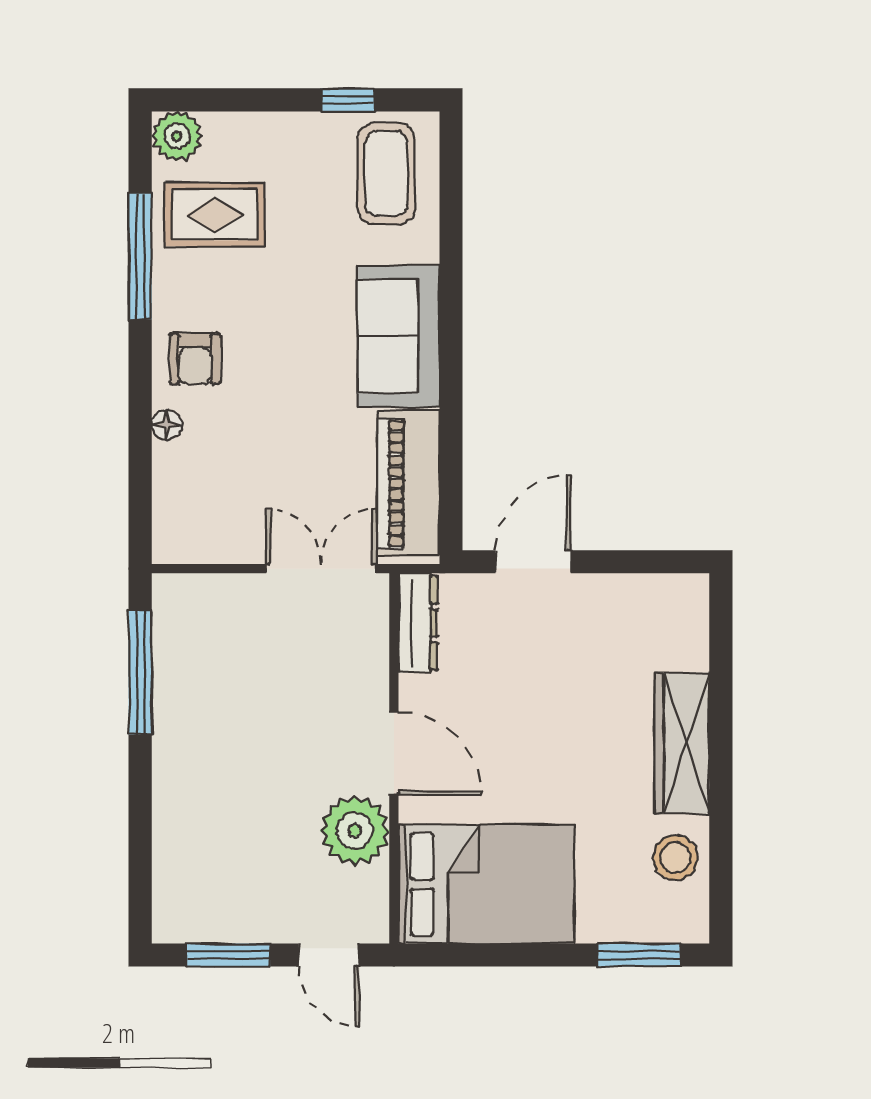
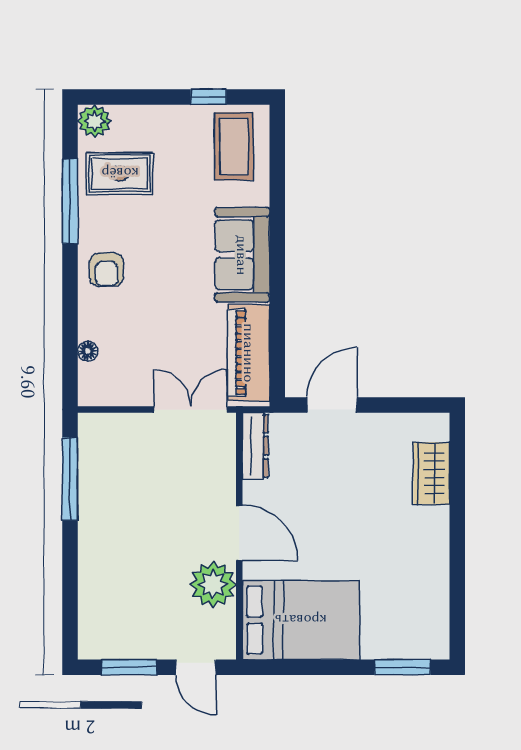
floor lamp: (167, 425) -> (88, 351), moved
wardrobe: (682, 743) -> (431, 473), moved, width x0.67
stool: (675, 858) -> (427, 602), removed

